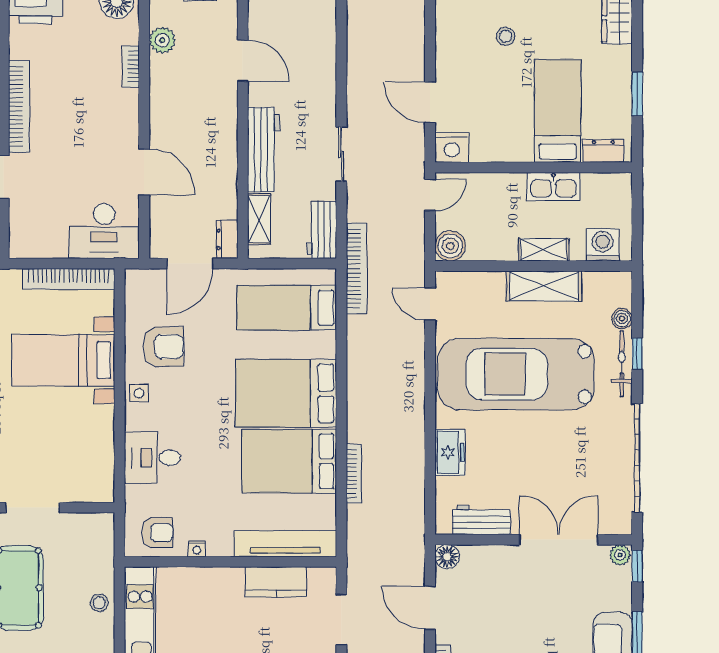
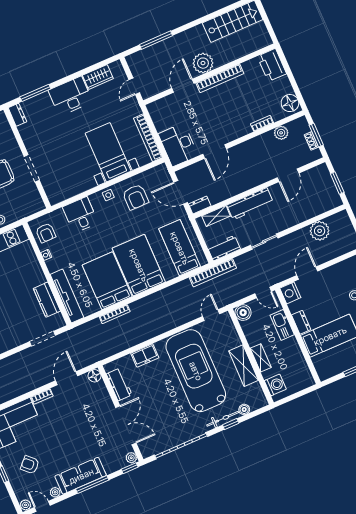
plant: (365, 48) -> (320, 231), added
dresser: (603, 151) -> (301, 322), moved
kitchen sink: (554, 186) -> (282, 325), moved

